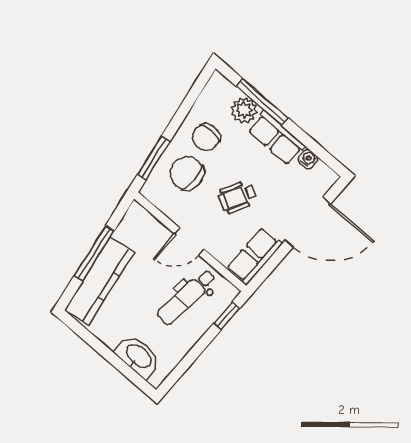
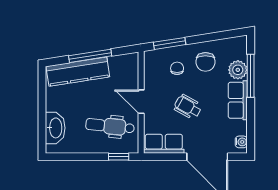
chair: (206, 137) -> (205, 62), turned -90
water cooler: (308, 159) -> (241, 142), moved
chair: (187, 173) -> (177, 68), width x0.54, depth x0.54

